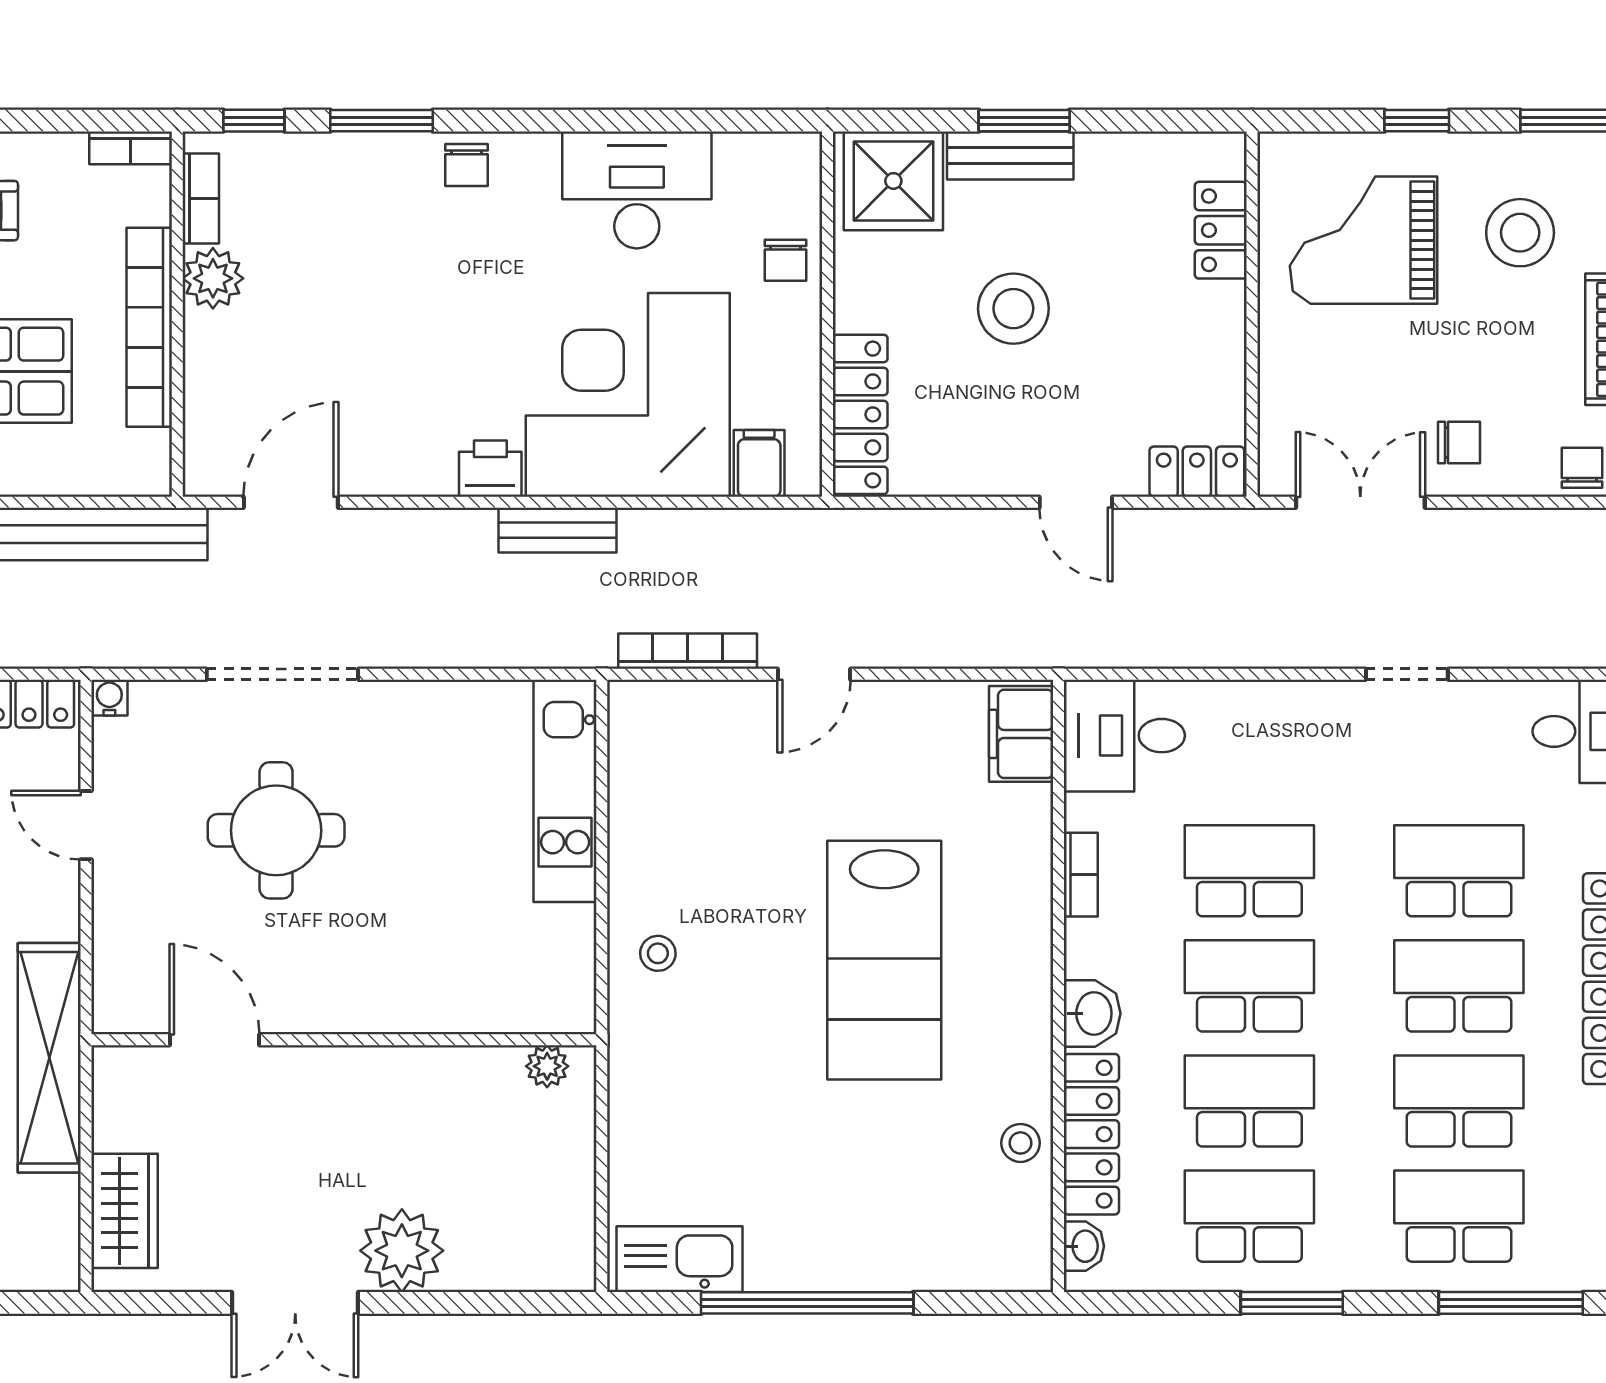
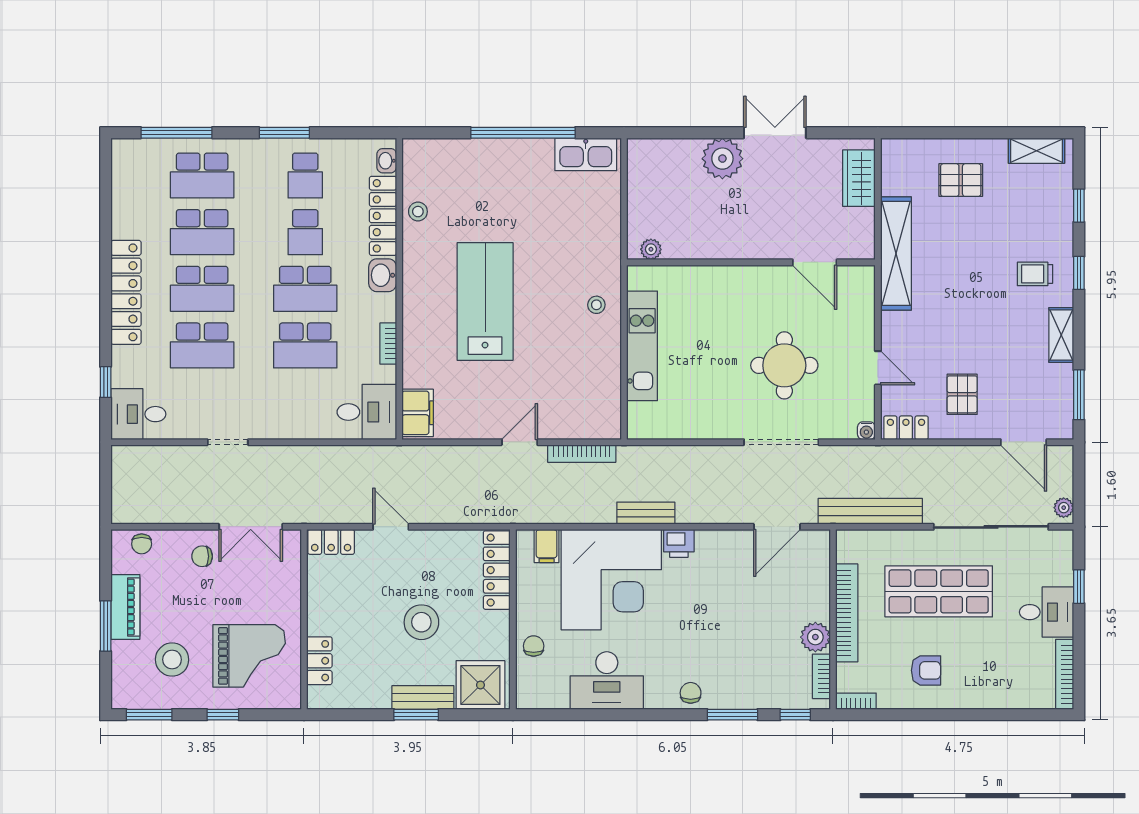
kitchen unit: (565, 791) -> (642, 346), moved
school desk: (1249, 1101) -> (305, 232), width x0.54
school desk: (1249, 1216) -> (305, 176), width x0.54

